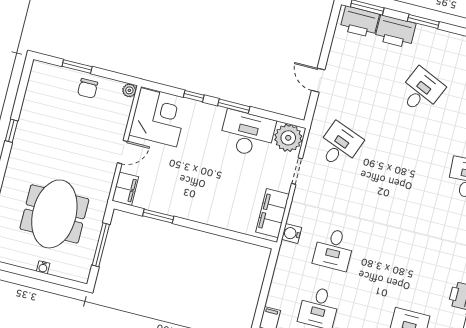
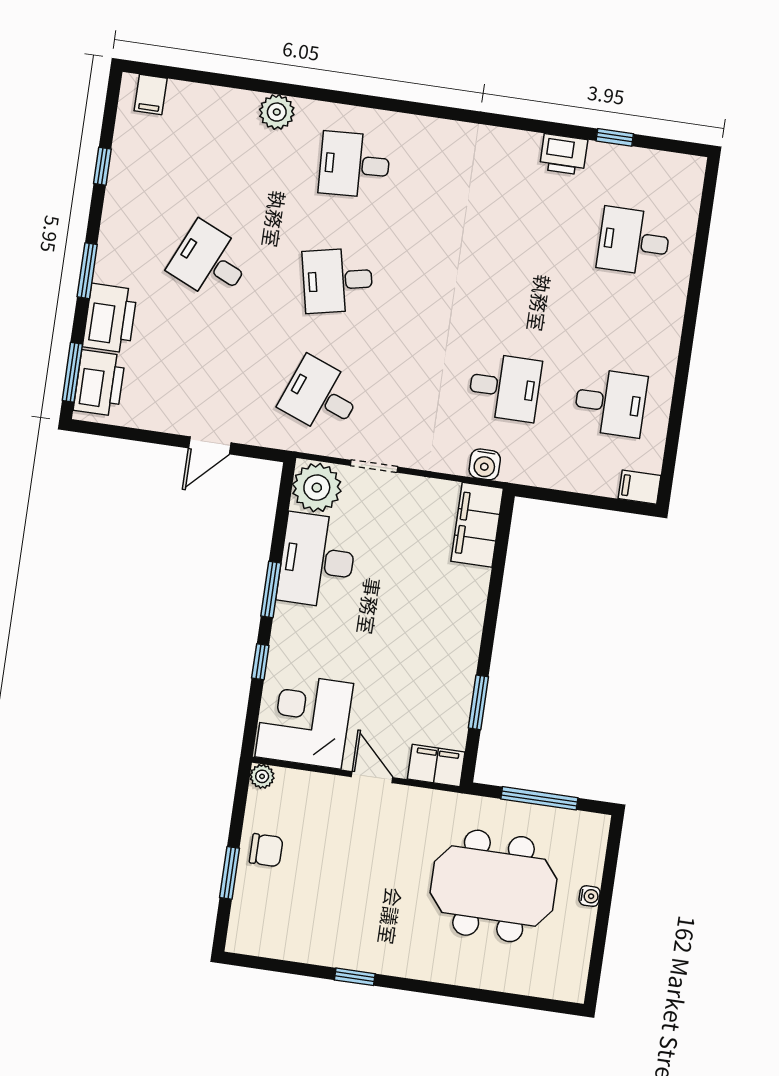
desk: (403, 162) -> (338, 280), added
filing cabinet: (272, 213) -> (477, 525), moved, turned 90

